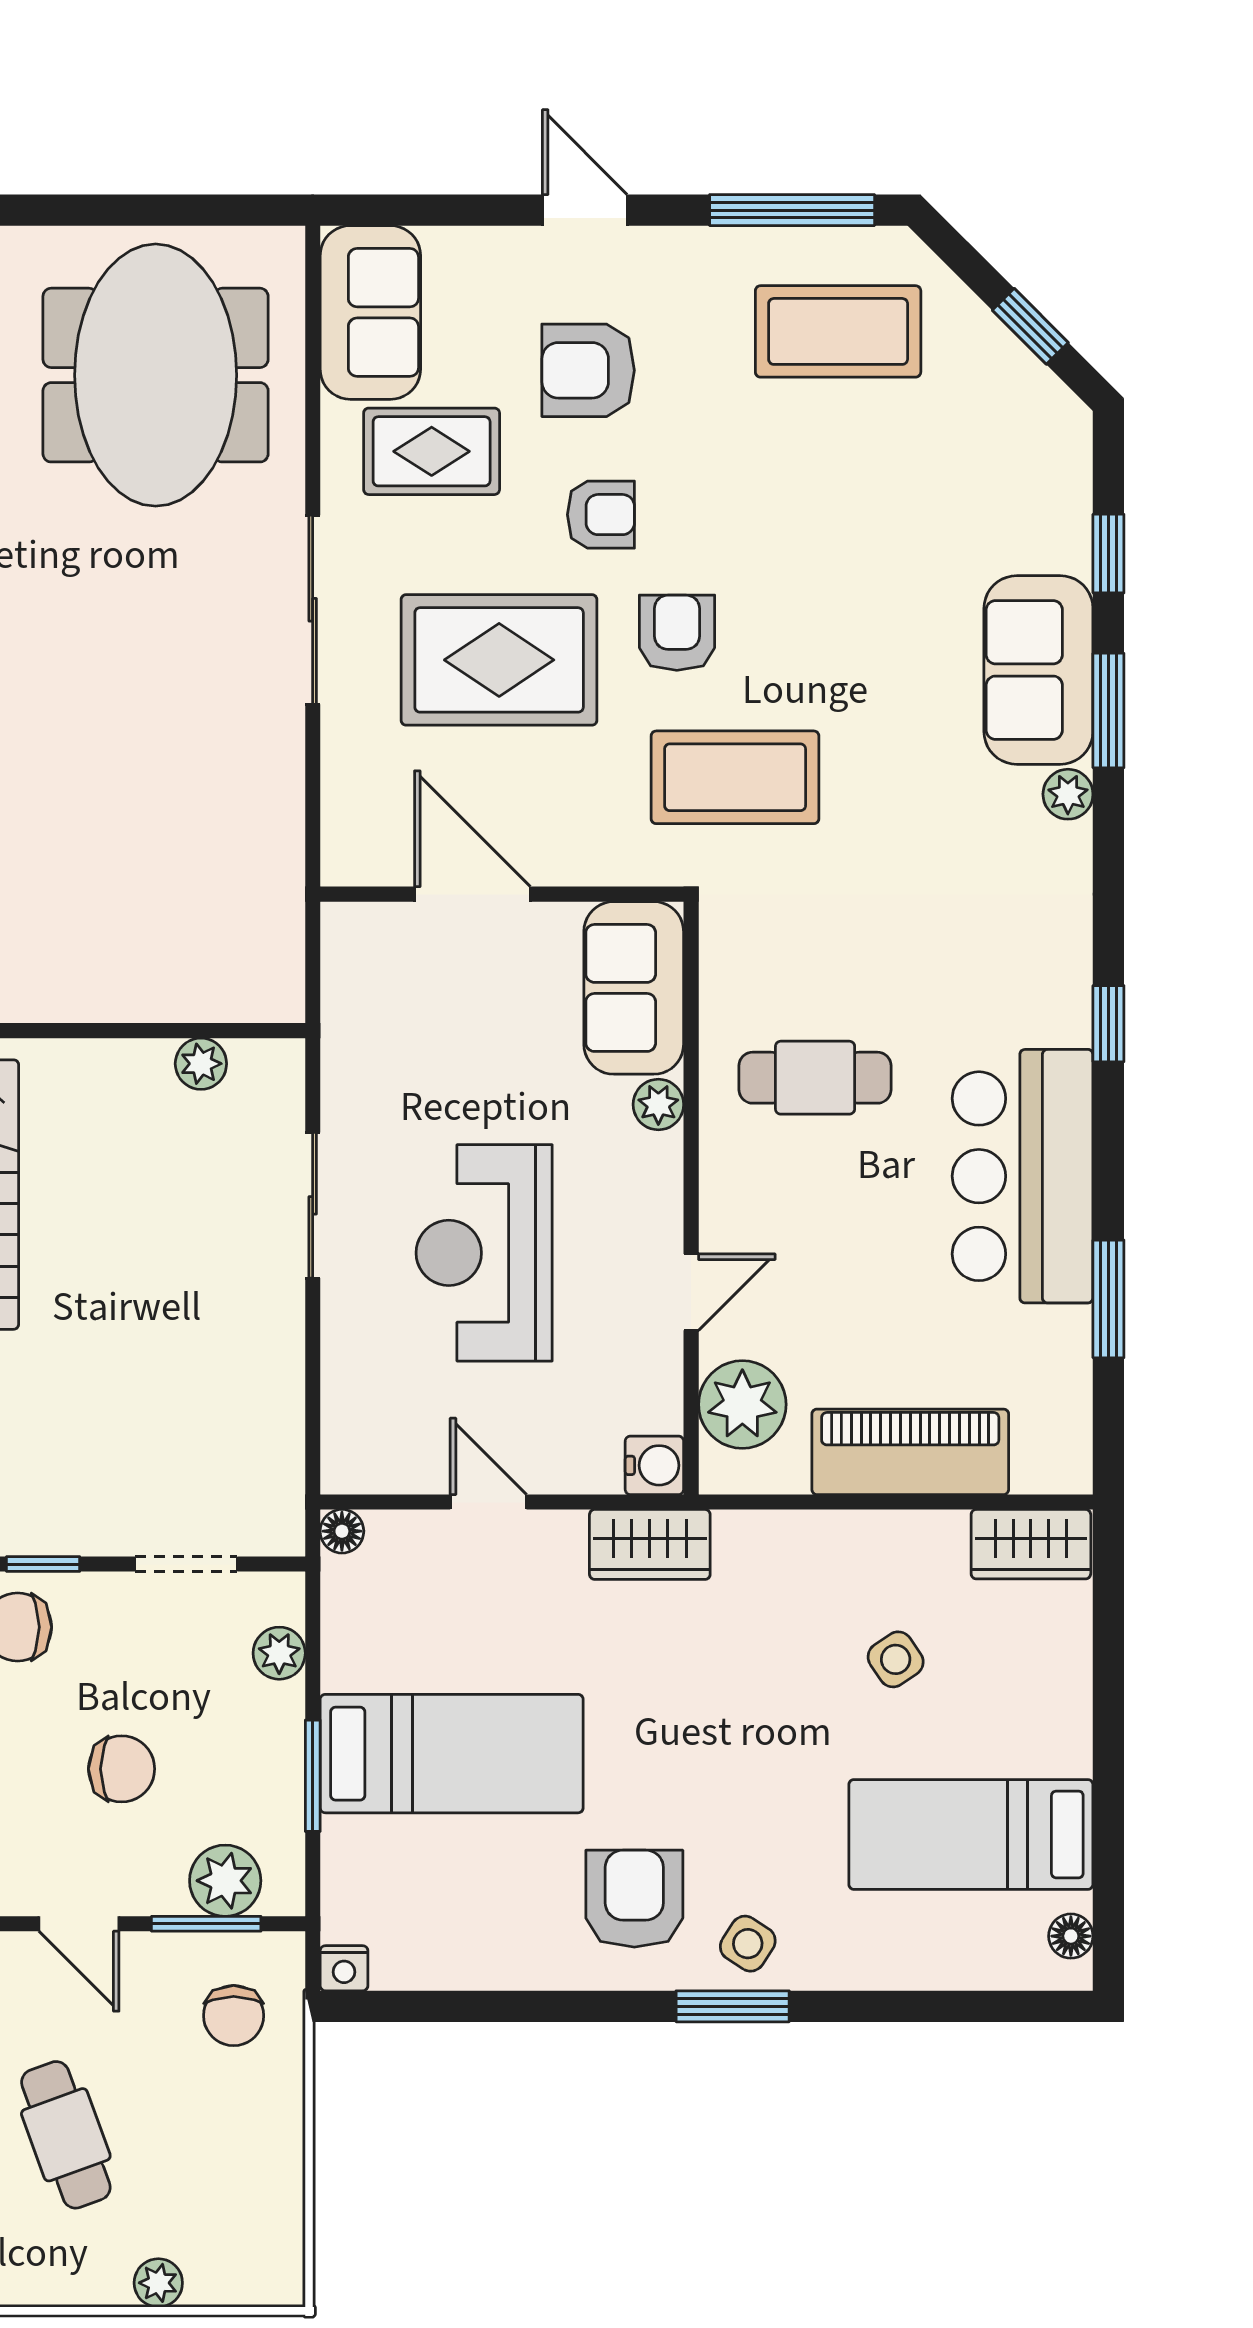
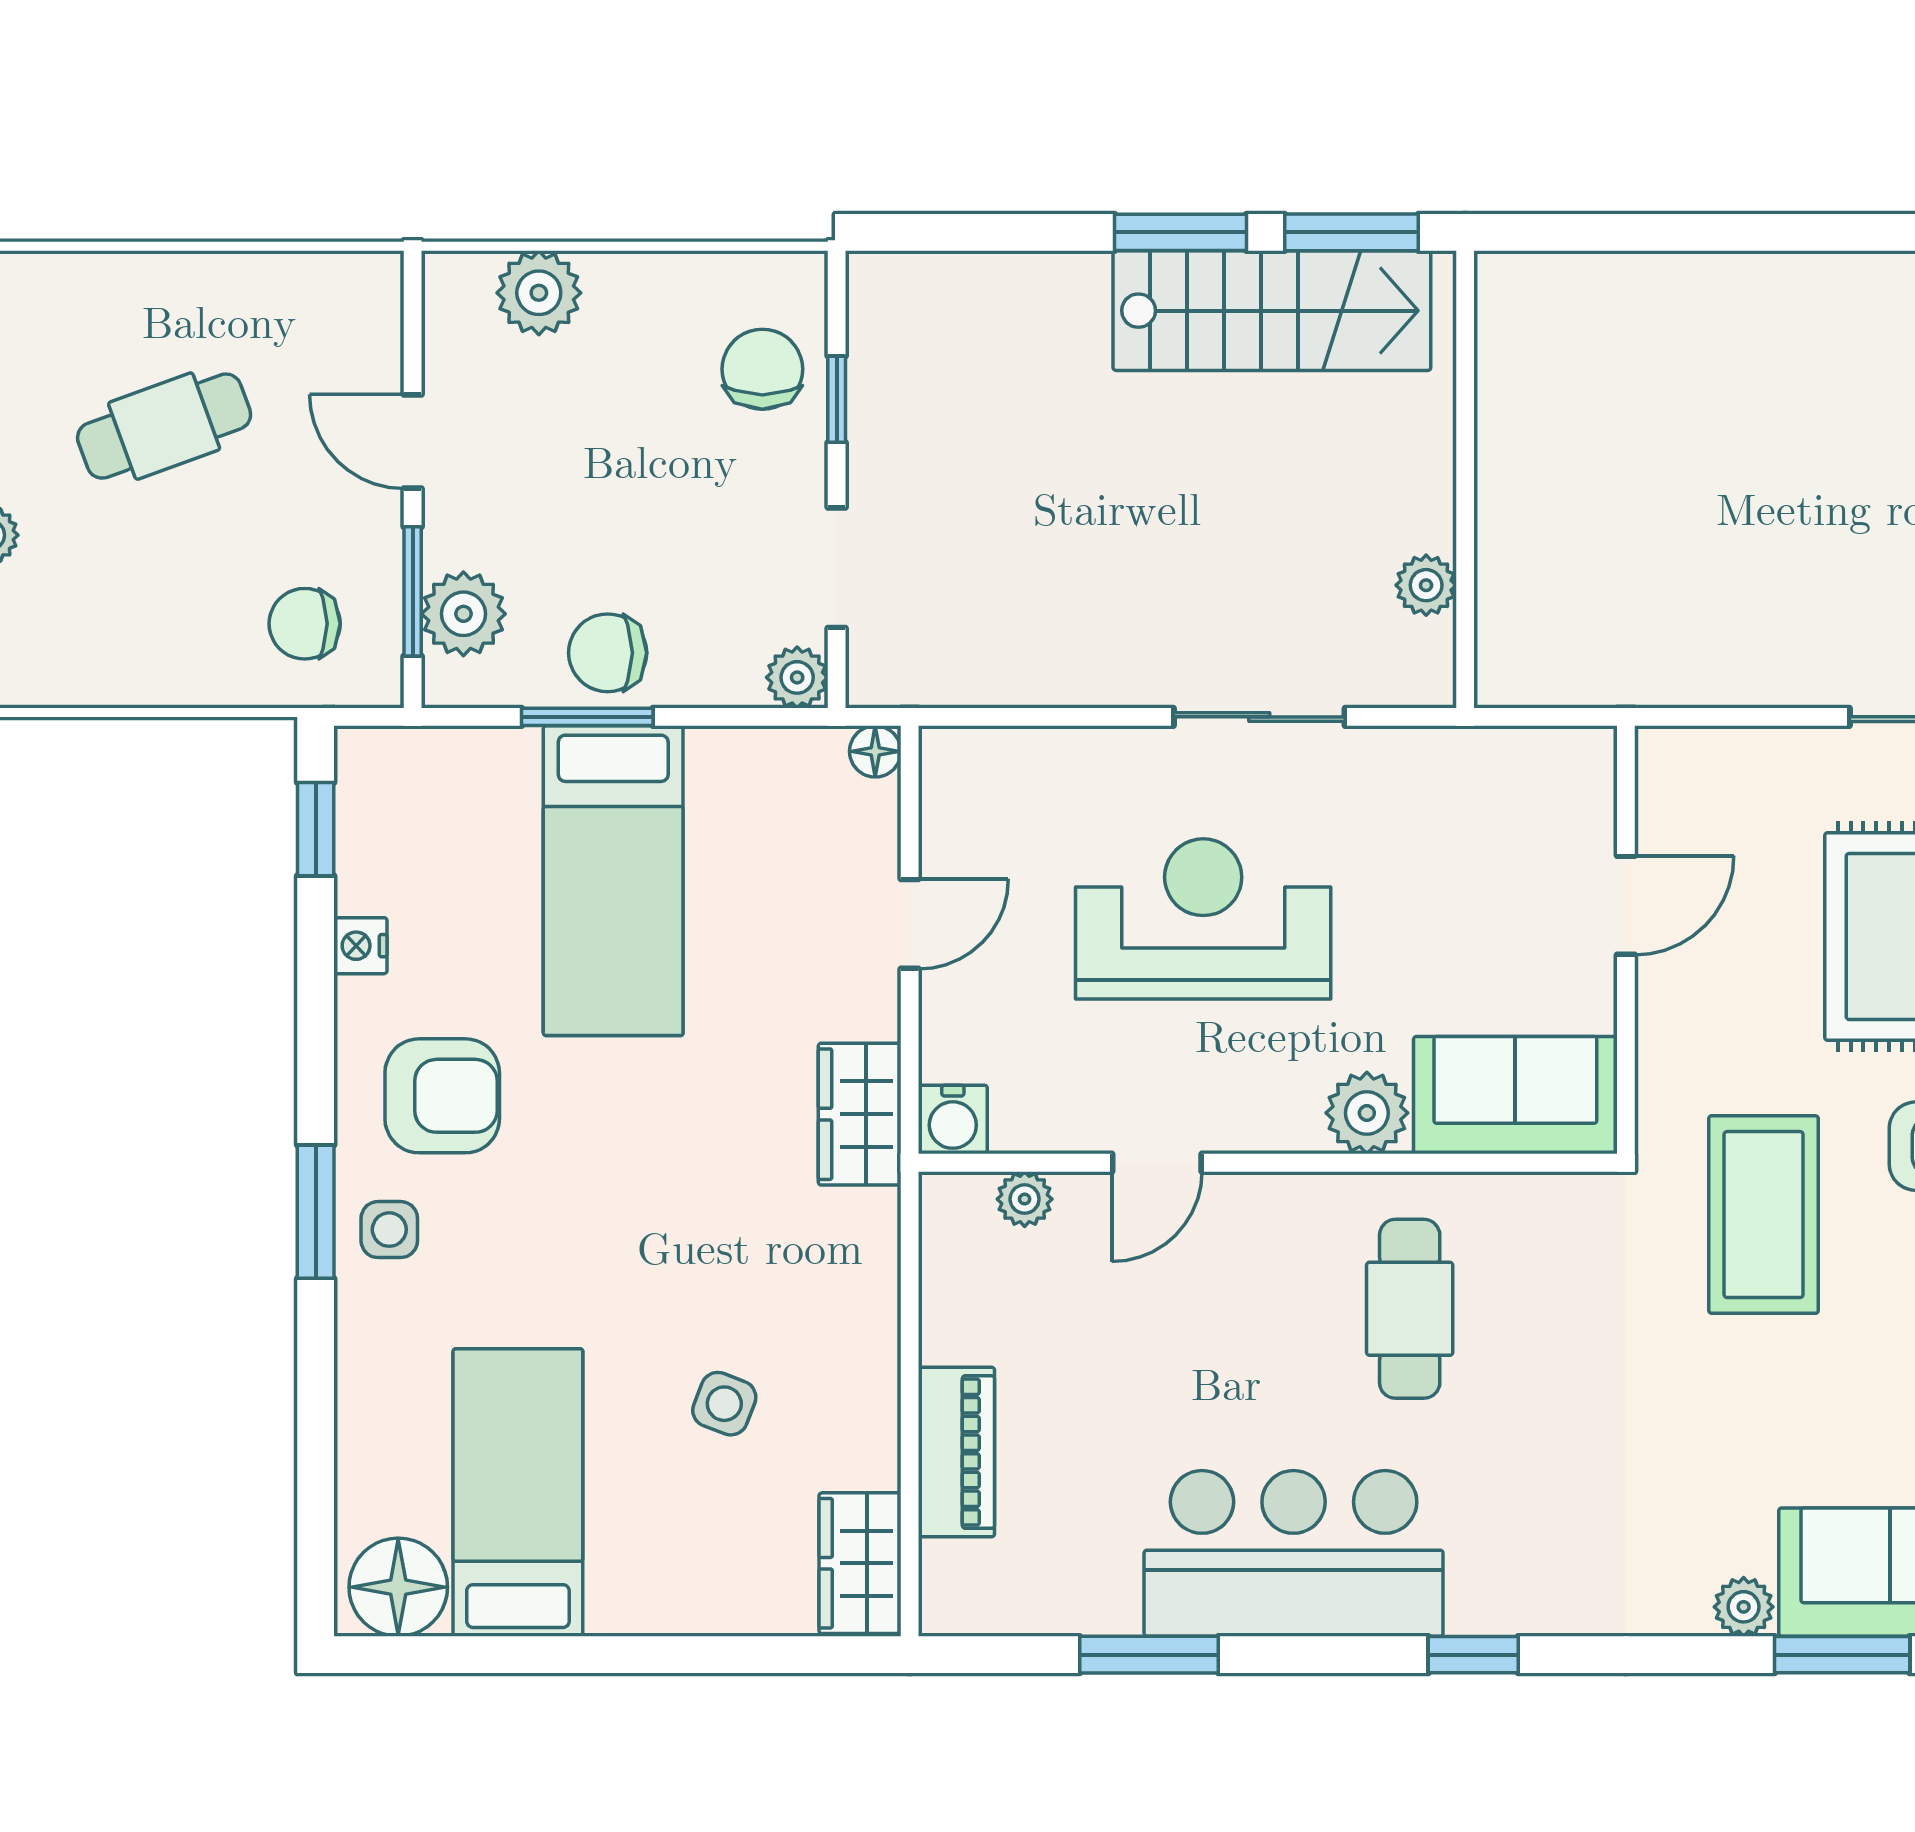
door: (472, 894) -> (1626, 905), width x0.73
plant: (658, 1104) -> (1367, 1113), width x1.38, depth x1.38
door: (691, 1292) -> (1157, 1163), hinge flipped
plant: (742, 1404) -> (1025, 1199), width x0.53, depth x0.53
piano: (910, 1452) -> (956, 1452), width x0.73, depth x0.75
plant: (279, 1653) -> (797, 677), moved
side table: (896, 1659) -> (724, 1404), turned -35
chair: (122, 1769) -> (608, 653), moved, turned 90
door: (79, 1924) -> (413, 442), hinge flipped
floor lamp: (1071, 1936) -> (398, 1587), width x1.89, depth x1.89
side table: (748, 1944) -> (389, 1230), turned -33
nightstand: (344, 1968) -> (360, 946), moved
window: (408, 2006) -> (316, 829), added

